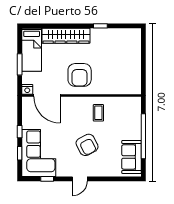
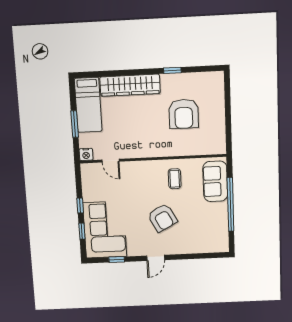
armchair: (80, 75) -> (184, 114), moved
door: (47, 96) -> (111, 161), width x0.53
sofa: (132, 157) -> (215, 181), moved

